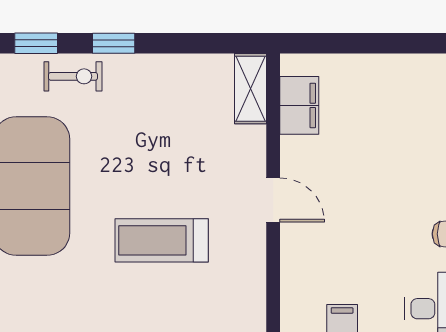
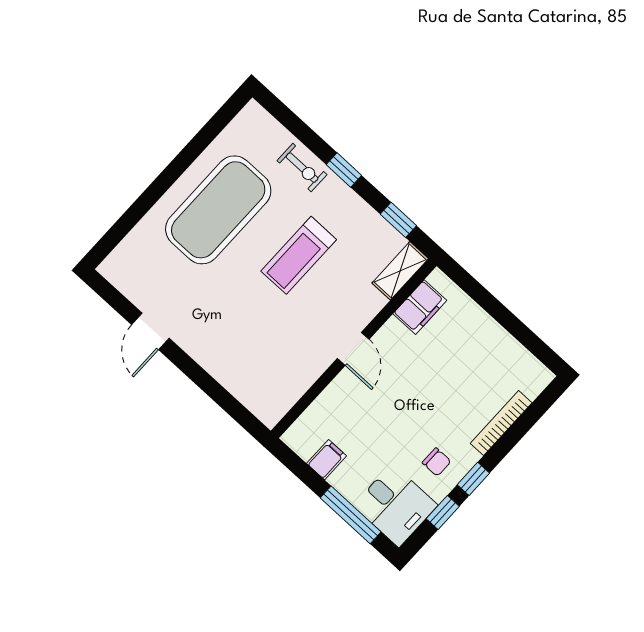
window: (36, 43) -> (398, 220), moved
treadmill: (162, 240) -> (299, 255), moved, turned -90

